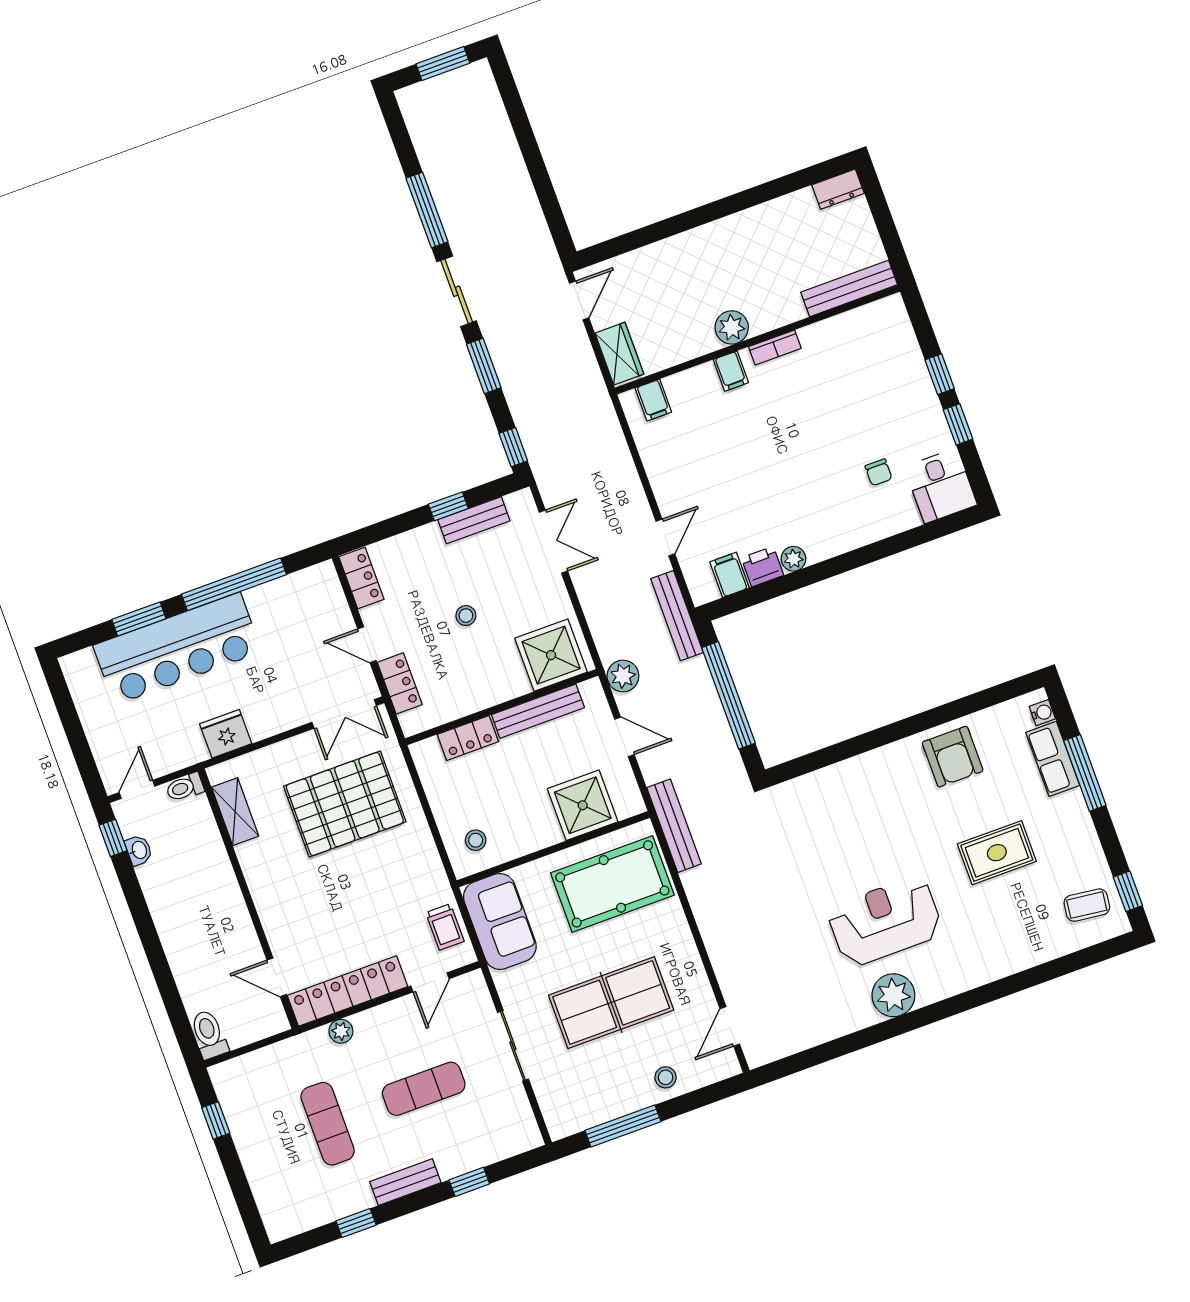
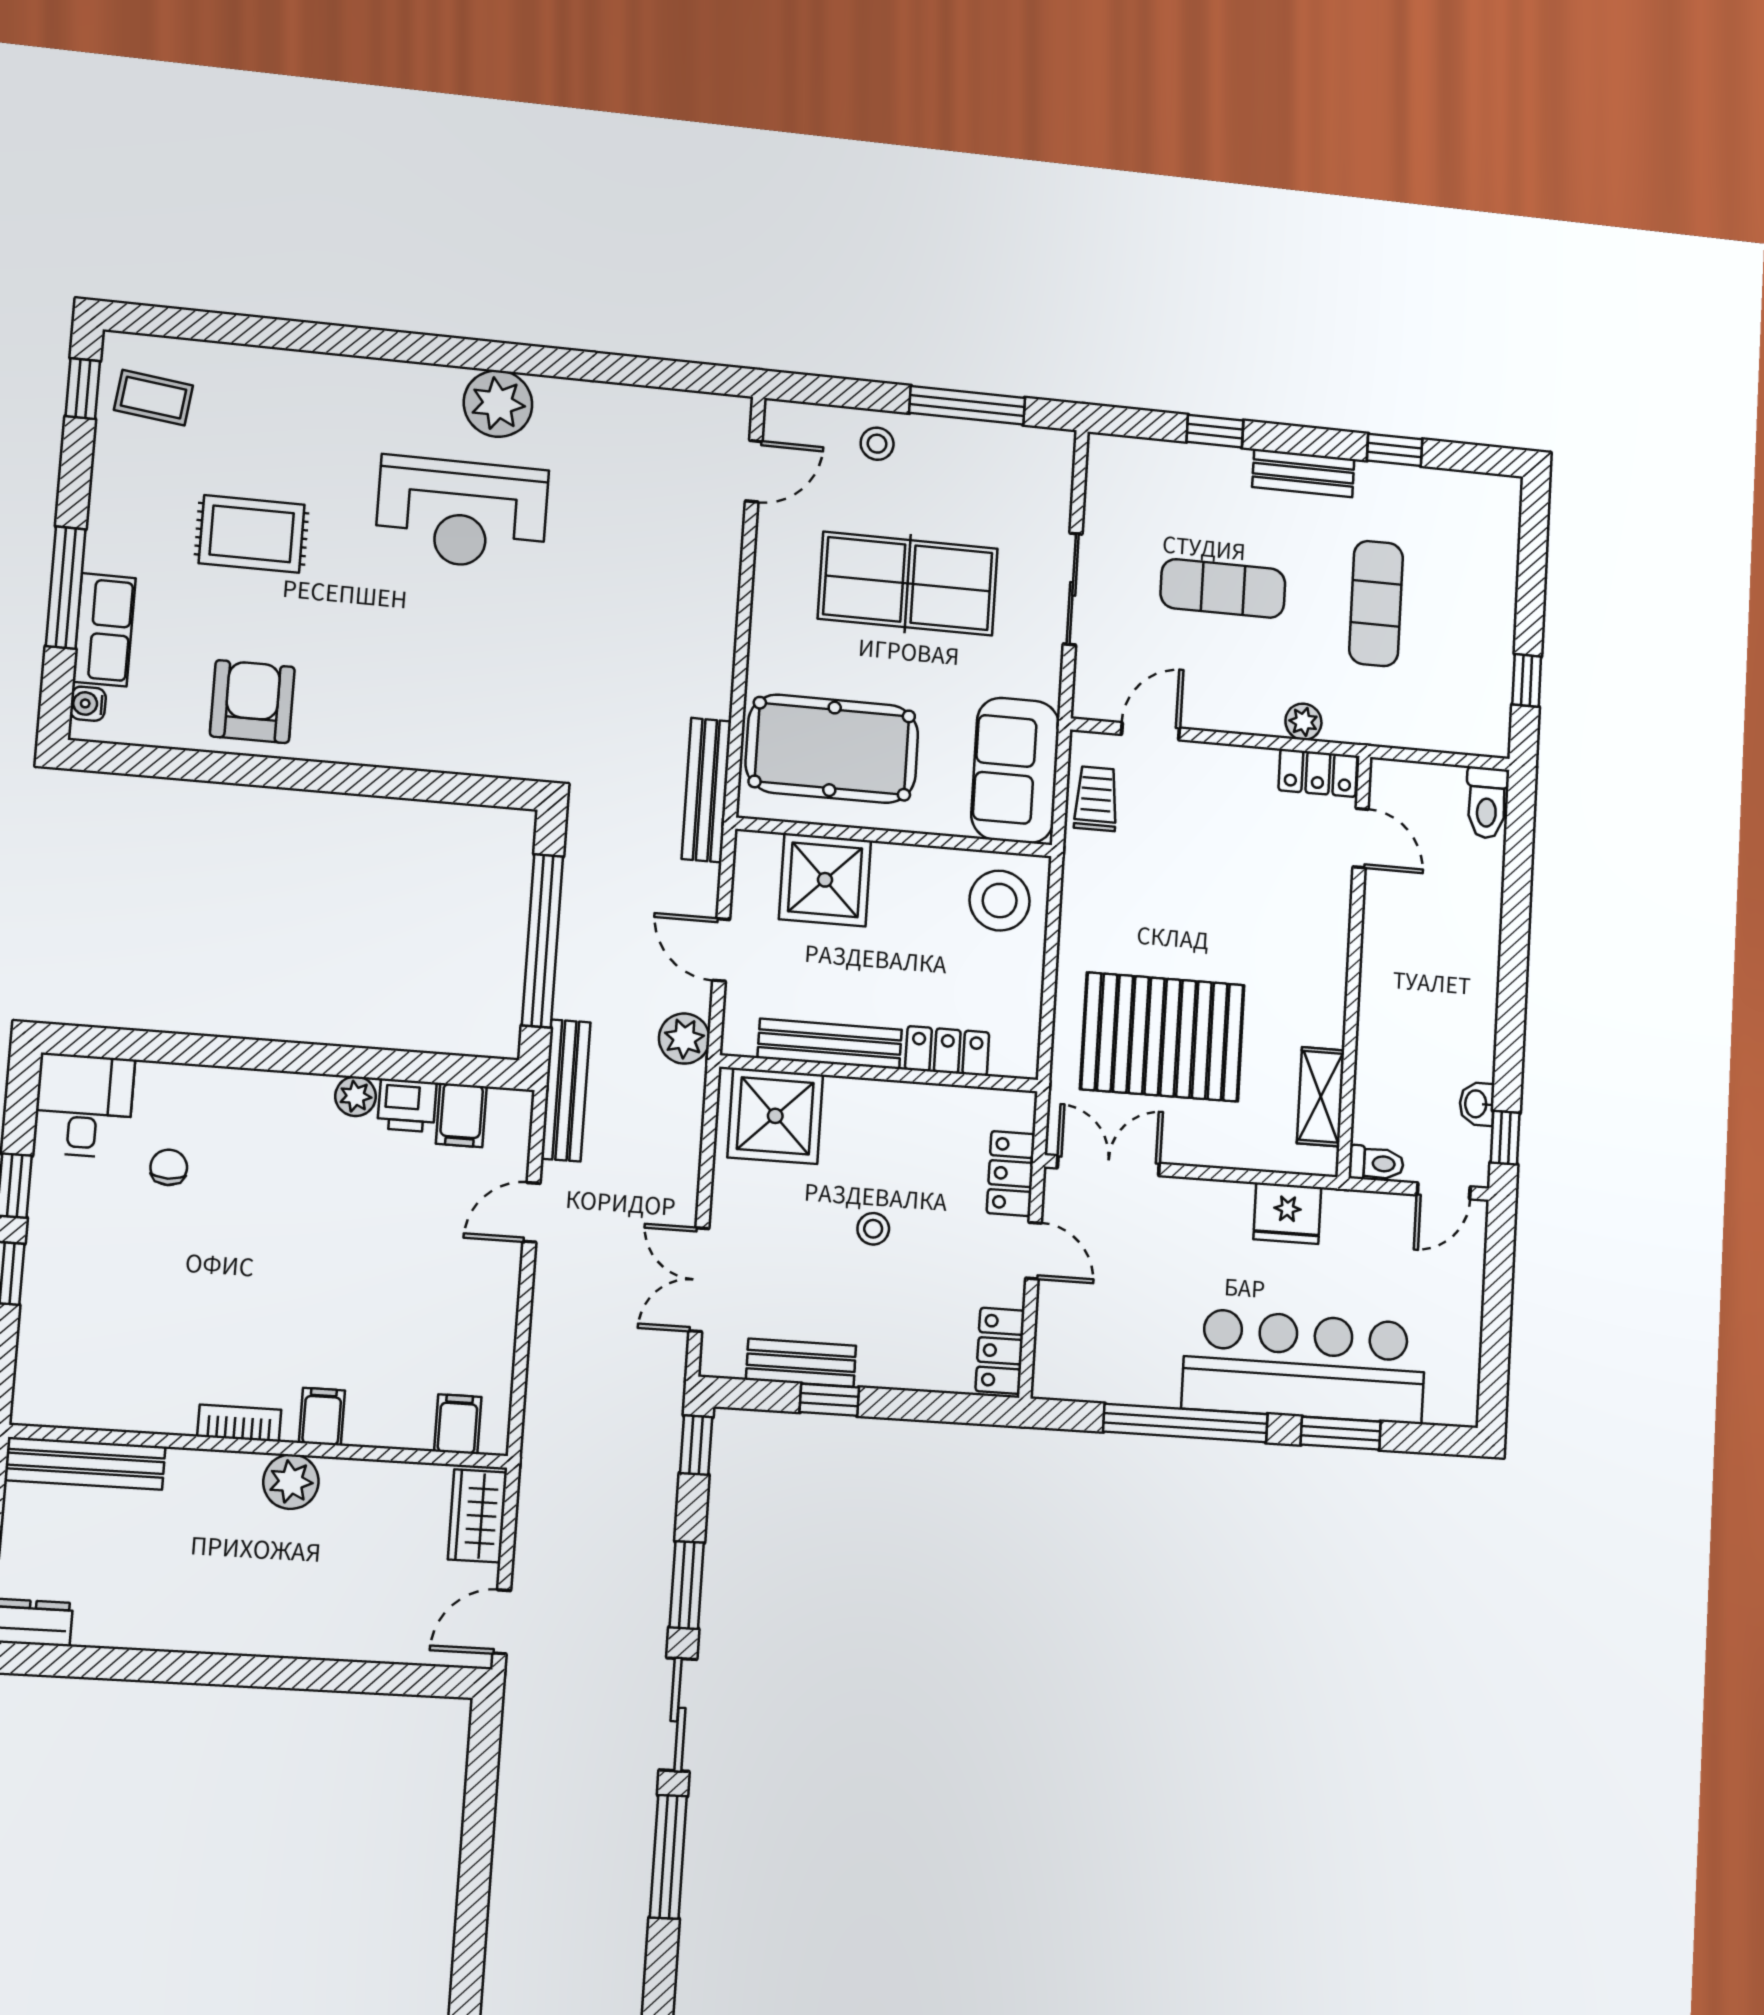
stool: (476, 840) -> (1000, 901), width x1.89, depth x1.89
locker: (347, 991) -> (1318, 773), width x0.46, depth x0.83

